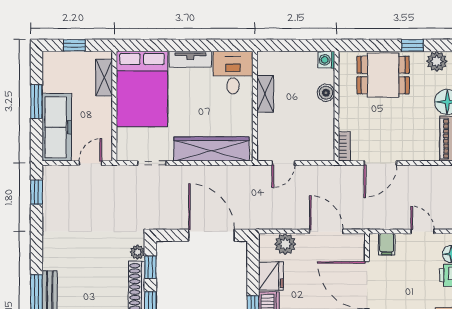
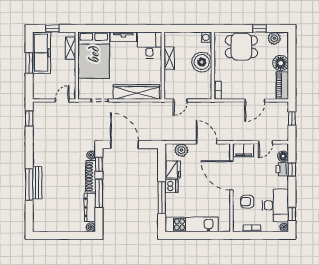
boiler: (326, 93) -> (202, 62), width x1.86, depth x1.86
freezer: (57, 127) -> (42, 53), moved
door: (380, 163) -> (255, 101), moved
door: (423, 231) -> (265, 142), swing flipped
door: (211, 235) -> (125, 145), moved
filing cabinet: (387, 244) -> (244, 150), width x2.00

